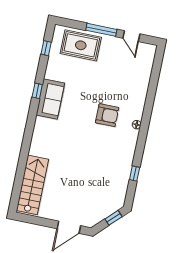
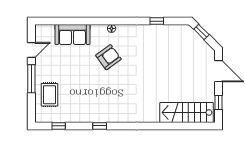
rug: (81, 45) -> (49, 95), width x0.73, depth x0.70
sofa: (50, 99) -> (72, 35), moved, turned 180
armchair: (107, 115) -> (108, 57), turned 54
window: (36, 220) -> (218, 102), added

